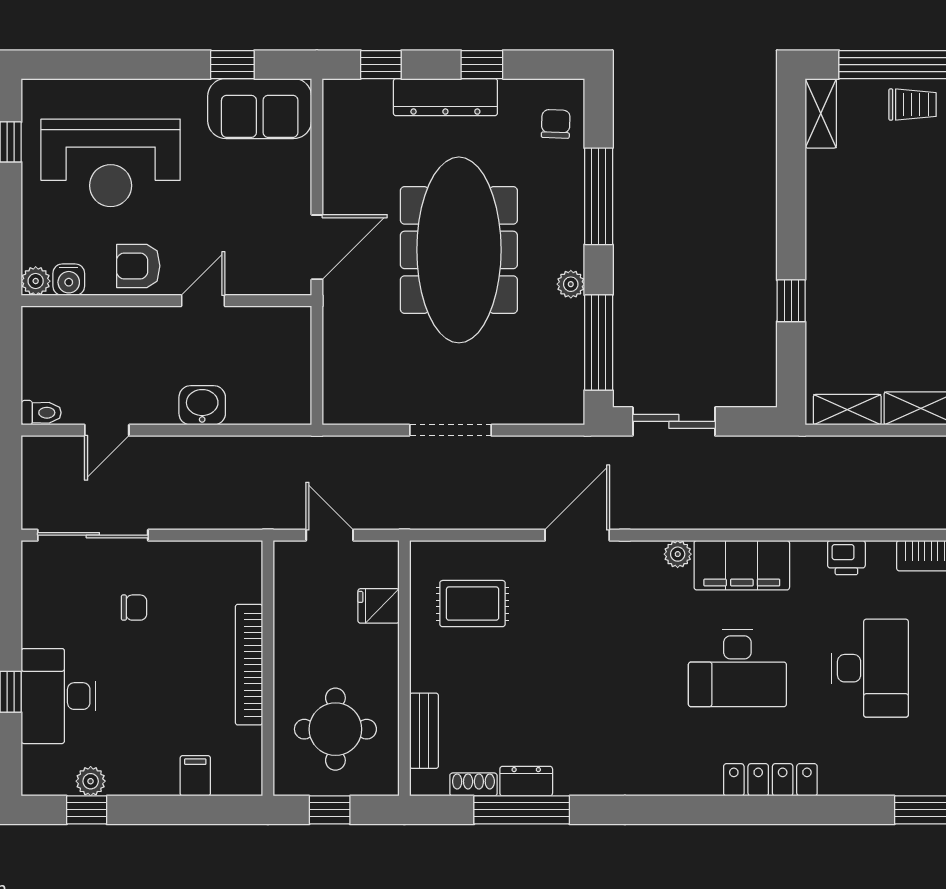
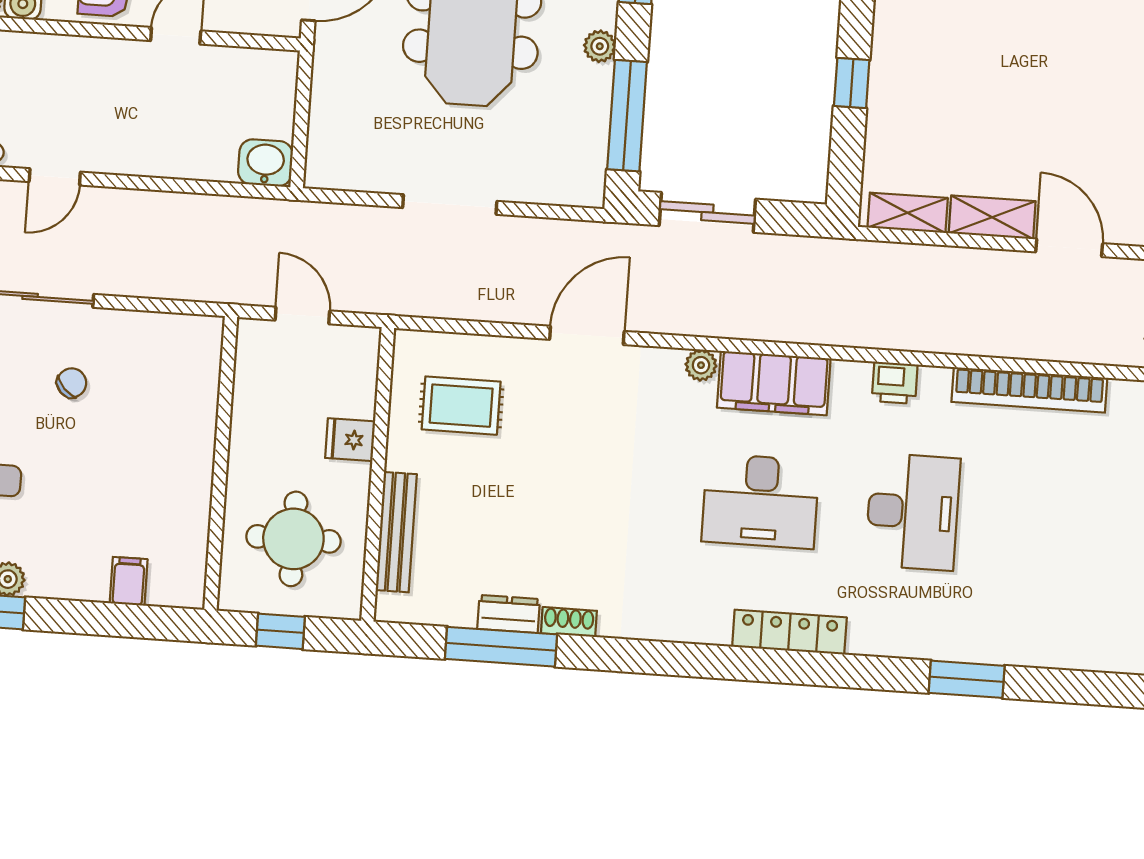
washbasin: (202, 405) -> (265, 163), moved
fridge: (379, 606) -> (350, 440), moved
chair: (134, 608) -> (72, 383), turned -43
bookcase: (249, 665) -> (199, 458), removed
bench: (424, 731) -> (396, 532), width x1.36
shoe rack: (473, 784) -> (569, 622), moved

